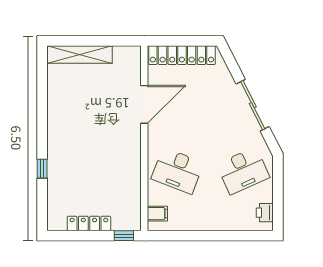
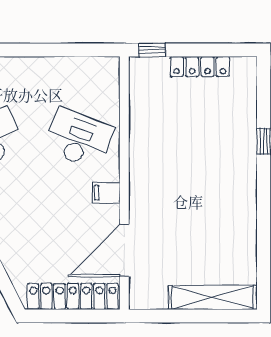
door: (144, 104) -> (124, 250), moved
filing cabinet: (157, 214) -> (106, 193), moved

